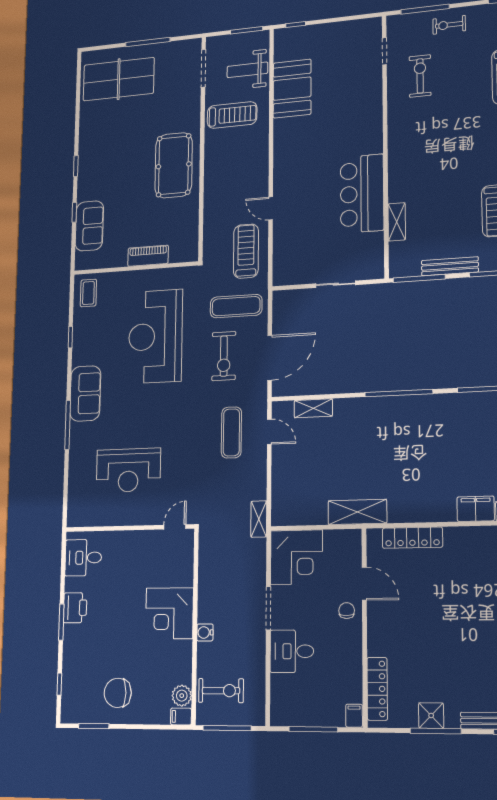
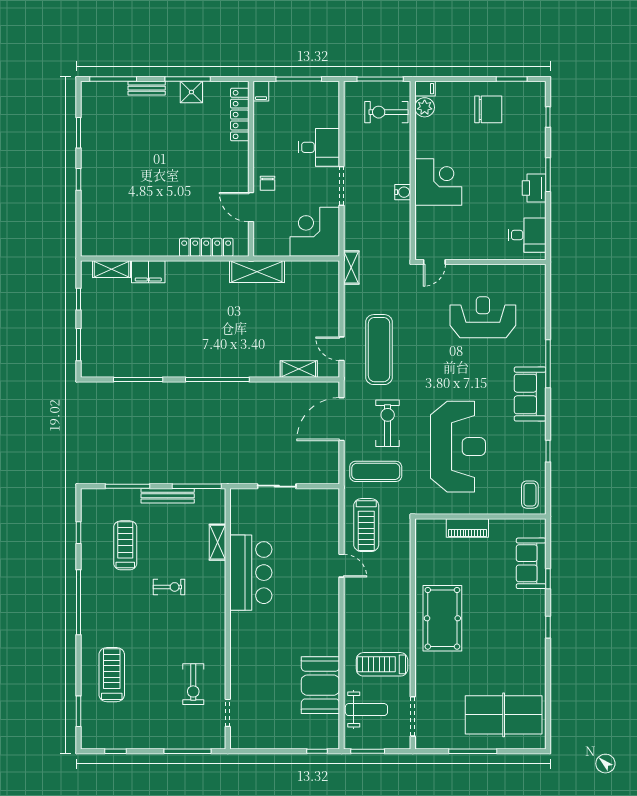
exercise bike: (449, 25) -> (169, 587), moved
exercise mat: (231, 432) -> (379, 350), width x1.36, depth x1.45
water cooler: (205, 632) -> (403, 192), moved

